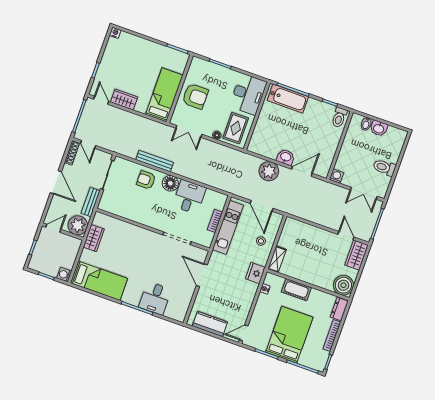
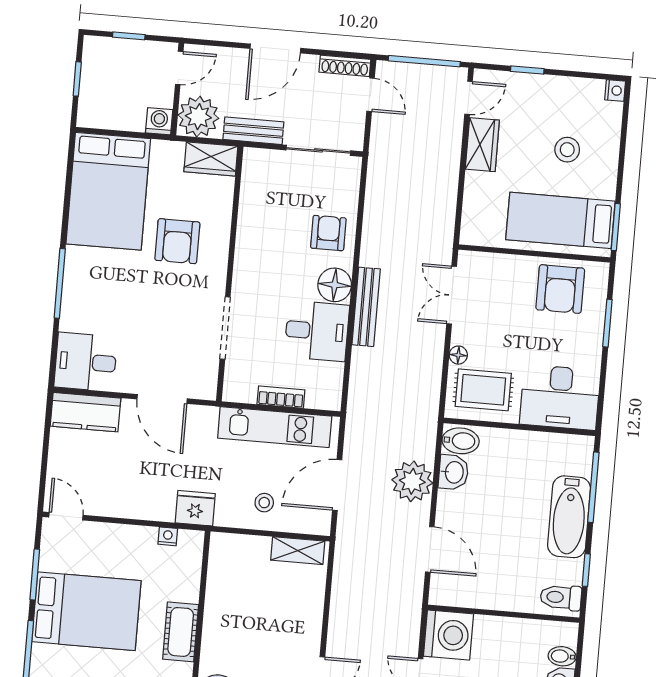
stool: (136, 62) -> (567, 150), added
bed: (164, 95) -> (560, 220), moved, turned 180
armchair: (195, 96) -> (560, 289), moved
bathtub: (288, 99) -> (569, 517), moved
door: (88, 144) -> (371, 95), swing flipped
bidet: (256, 144) -> (461, 441), added
washbasin: (286, 157) -> (453, 472), moved
bench: (155, 161) -> (366, 307), moved
washing machine: (336, 176) -> (448, 635), width x1.89, depth x1.89
door: (53, 228) -> (179, 68), hinge flipped
wardrobe: (94, 238) -> (211, 159), moved
armchair: (132, 250) -> (177, 241), added
shelving: (277, 259) -> (298, 551), moved
washing machine: (64, 275) -> (159, 121), moved
door: (202, 275) -> (162, 399), swing flipped
bed: (99, 281) -> (108, 191), width x1.50
cot: (296, 290) -> (181, 632), moved
desk: (155, 298) -> (86, 362), moved
kitchen counter: (210, 324) -> (86, 412), moved, turned 90

